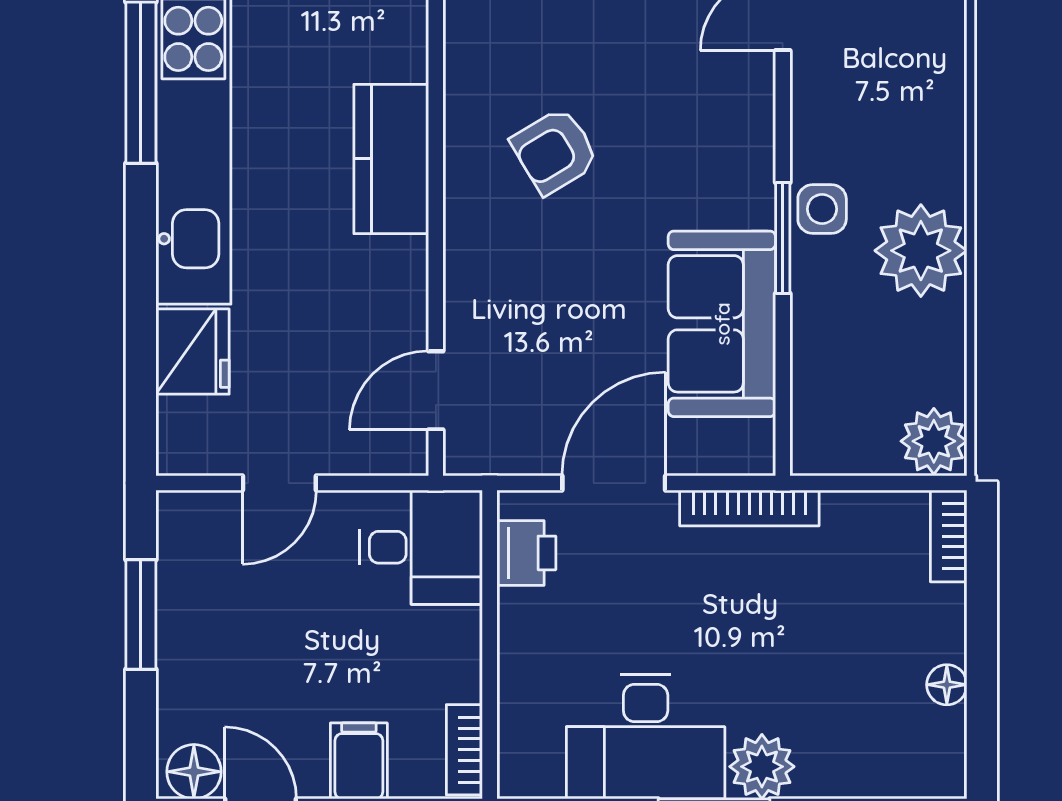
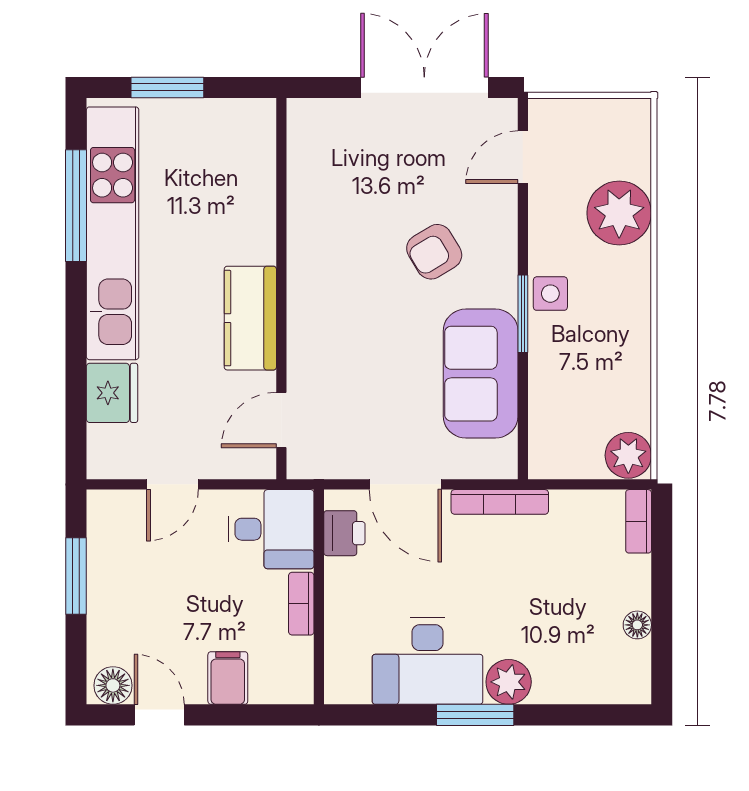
armchair: (555, 151) -> (434, 252), moved
kitchen counter: (391, 159) -> (250, 318), moved
plant: (921, 251) -> (619, 213), moved
door: (614, 483) -> (405, 484), swing flipped
bookcase: (464, 750) -> (301, 604), moved

